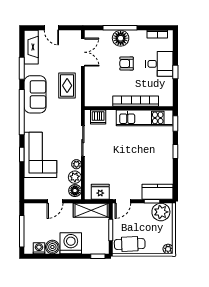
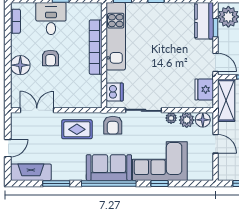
window: (120, 28) -> (8, 66), removed
sofa: (35, 94) -> (109, 168), moved
armchair: (70, 115) -> (113, 125), added

